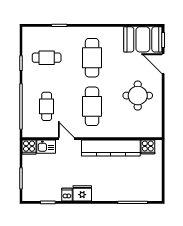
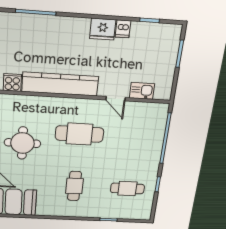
cafe table: (92, 58) -> (74, 186), width x0.73, depth x0.74
cafe table: (47, 106) -> (135, 137), removed
cafe table: (92, 106) -> (79, 134), turned 90
cooker: (29, 147) -> (163, 92), removed

